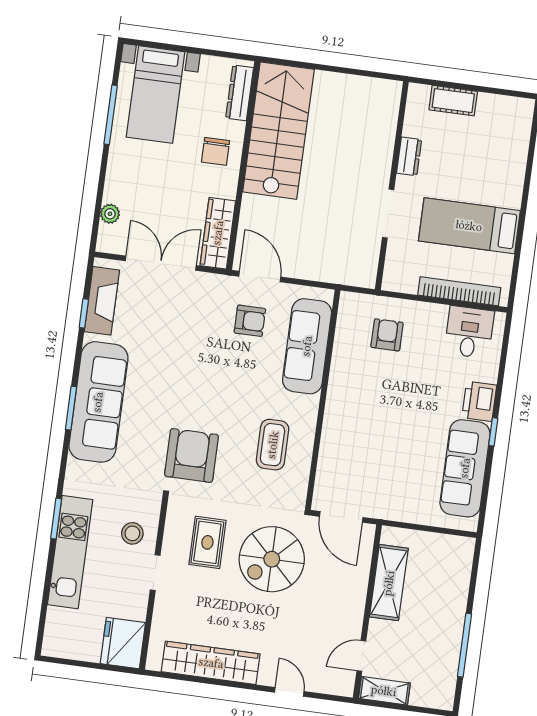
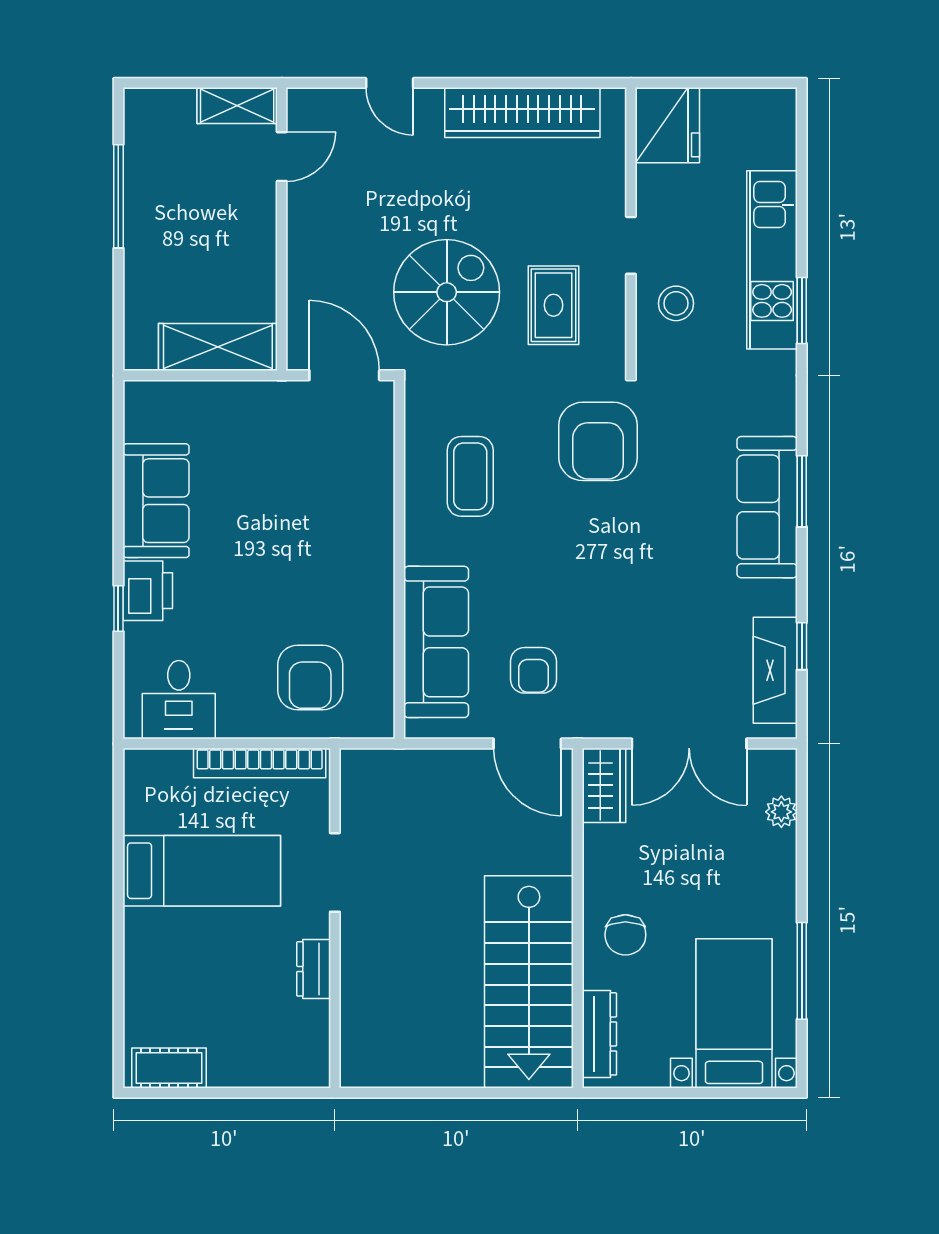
cot: (453, 101) -> (169, 1068), moved
chair: (216, 151) -> (625, 935), turned 180
wardrobe: (218, 233) -> (604, 785), width x0.67
bookcase: (459, 291) -> (260, 763), moved
armchair: (250, 321) -> (533, 670), turned -90
armchair: (387, 335) -> (310, 677), width x1.38, depth x1.38
sofa: (98, 402) -> (767, 507), width x0.74, depth x0.79
window: (493, 432) -> (118, 609), moved
sofa: (465, 468) -> (156, 501), width x0.73
shelving: (389, 583) -> (218, 347), moved, turned 90

